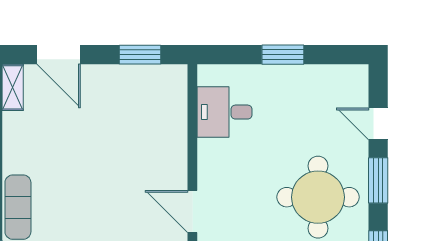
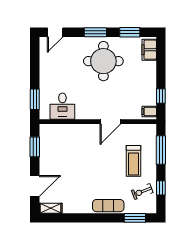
window: (283, 55) -> (35, 99), moved
door: (378, 124) -> (55, 32), moved

